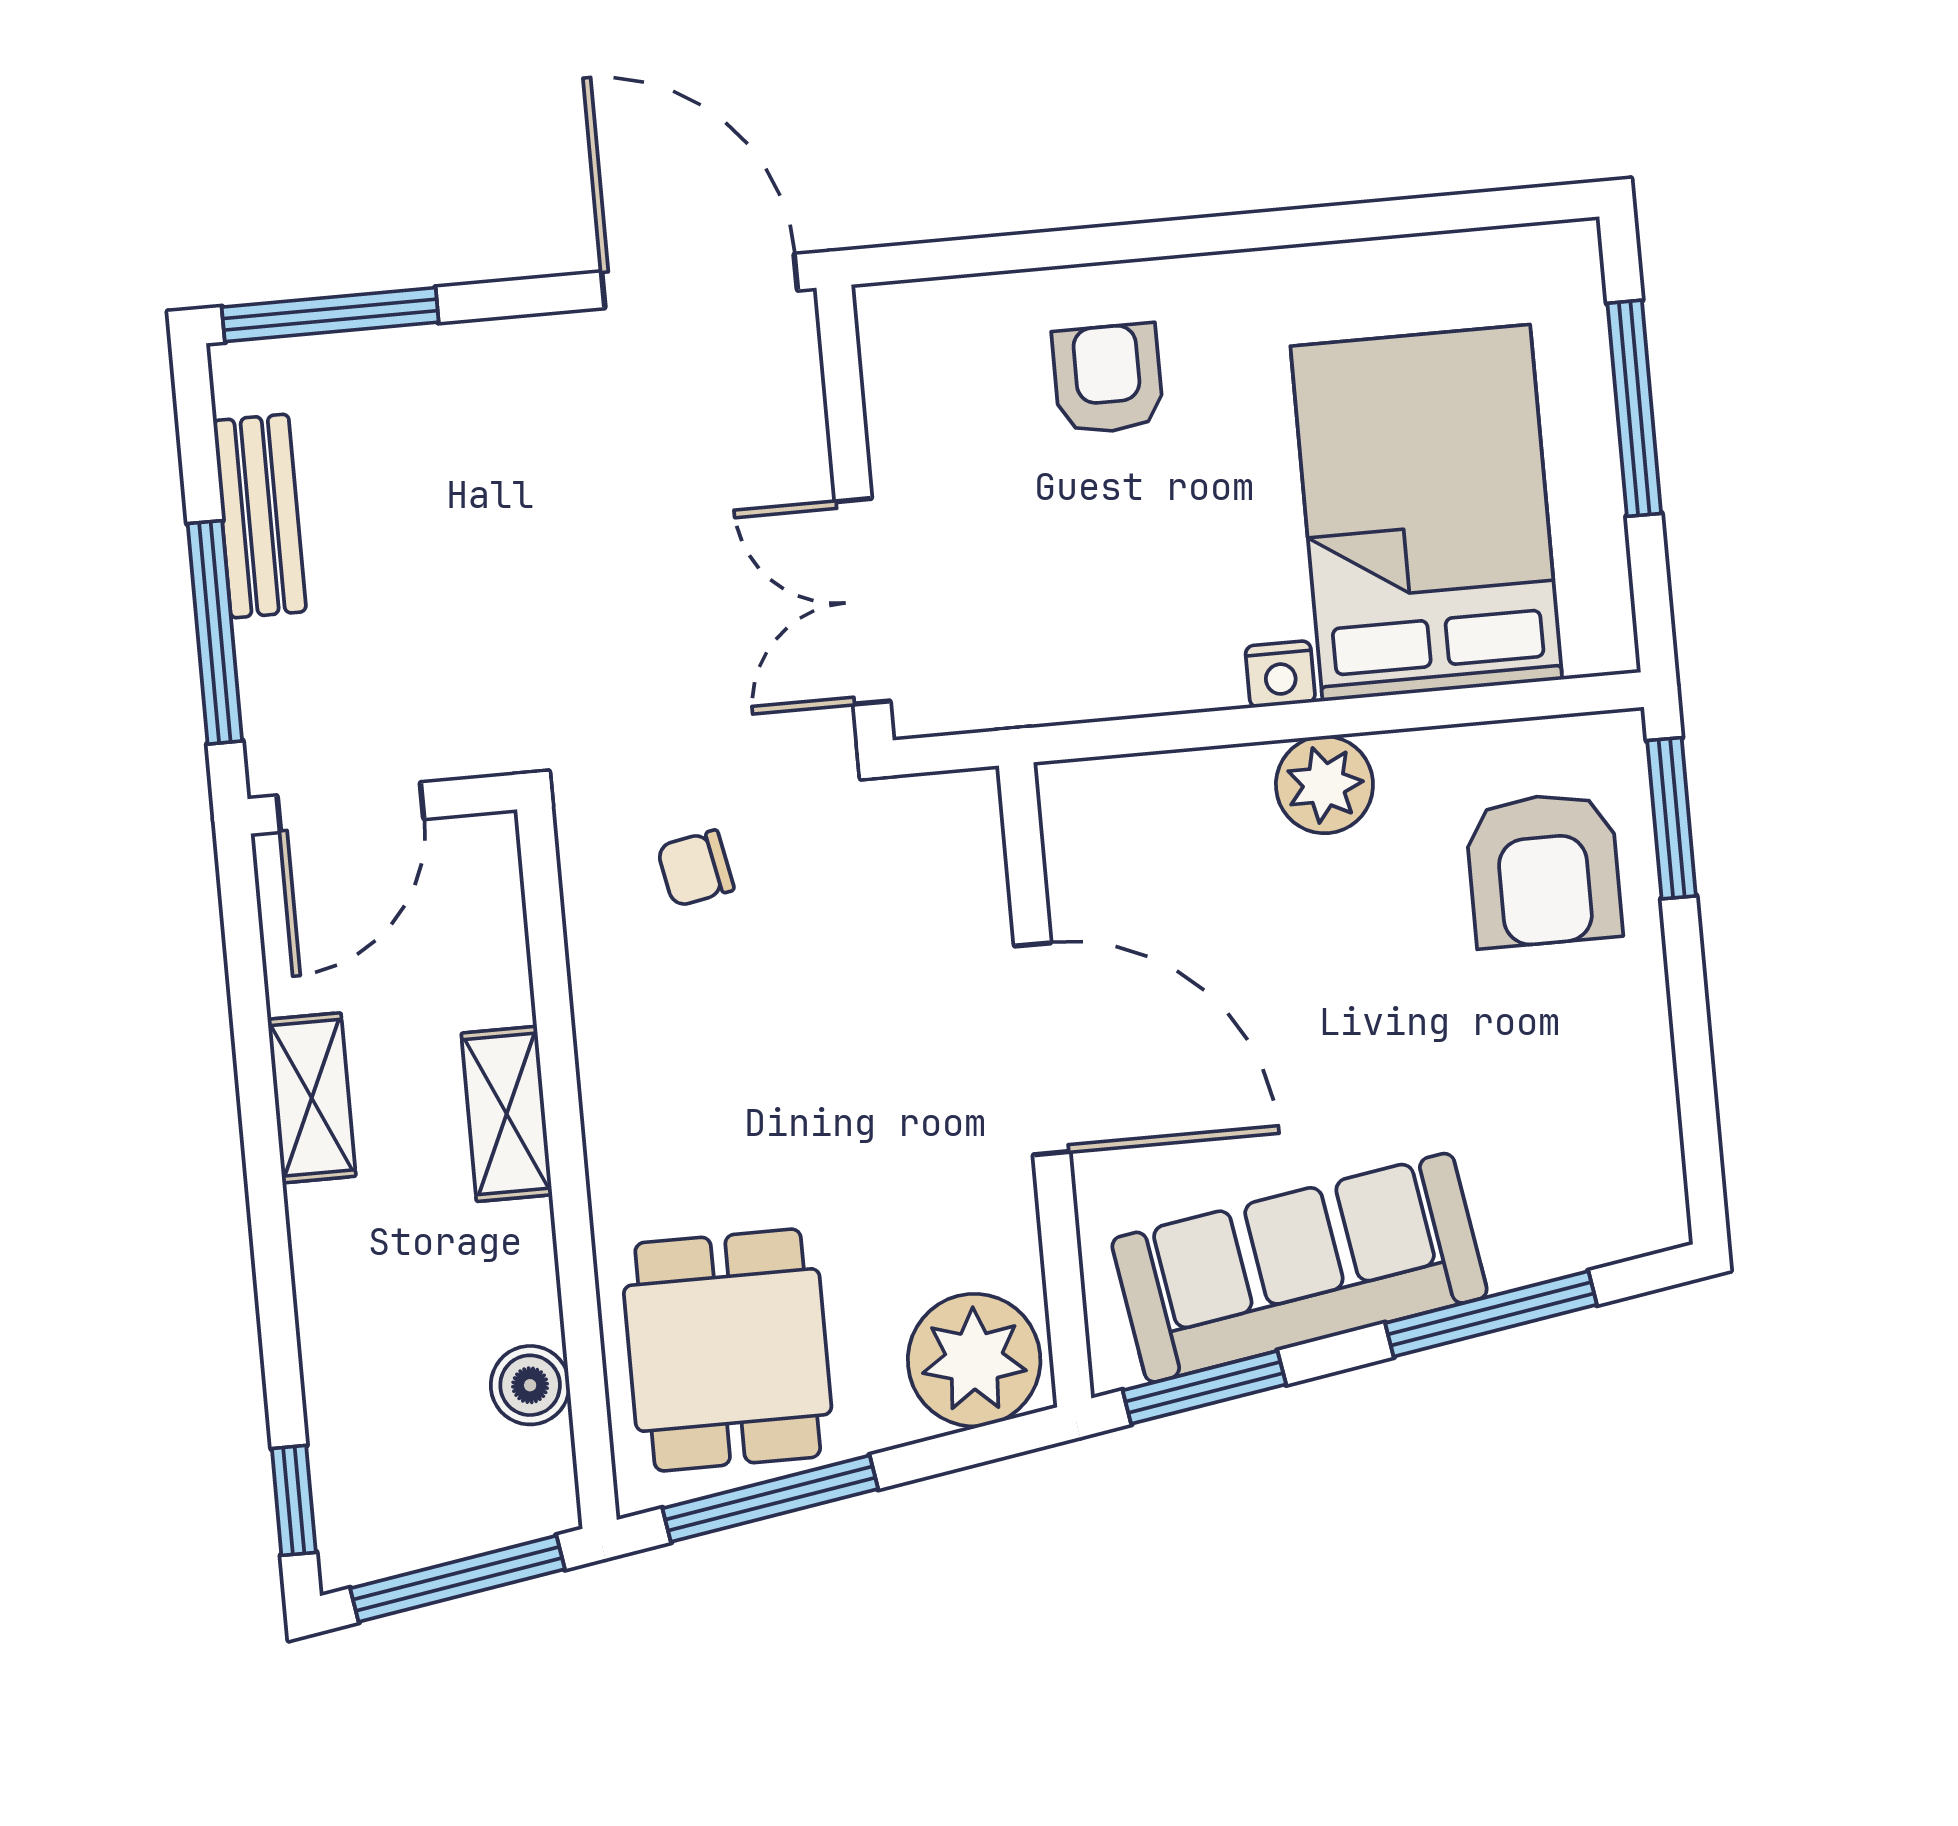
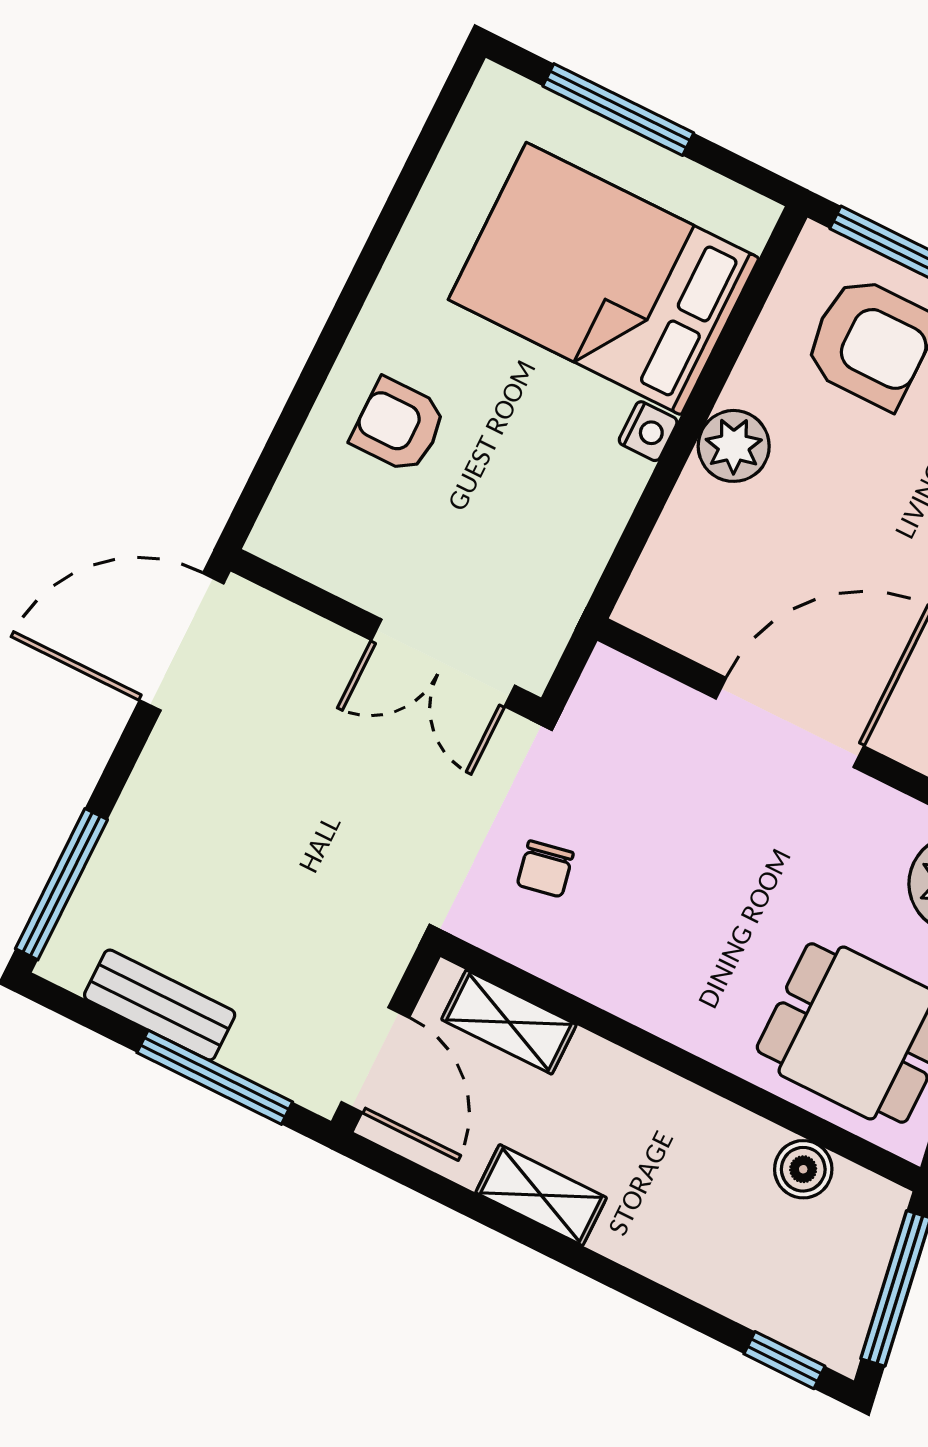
shelving: (507, 1114) -> (509, 1022), moved

